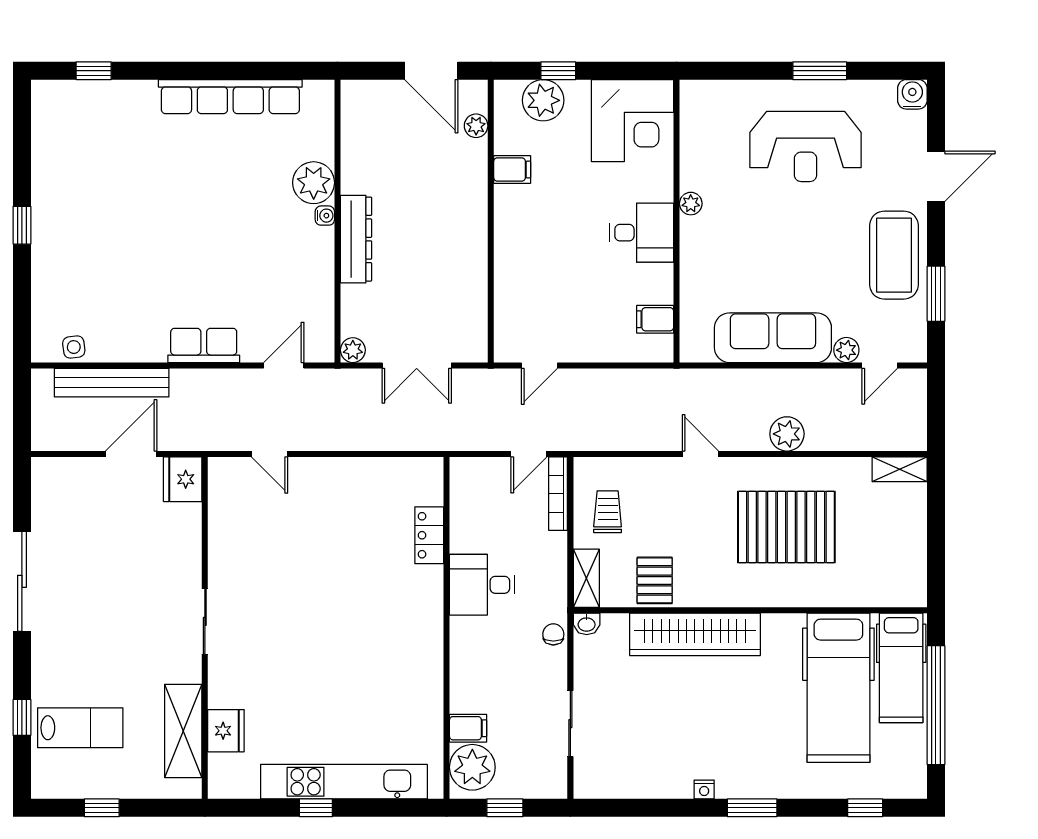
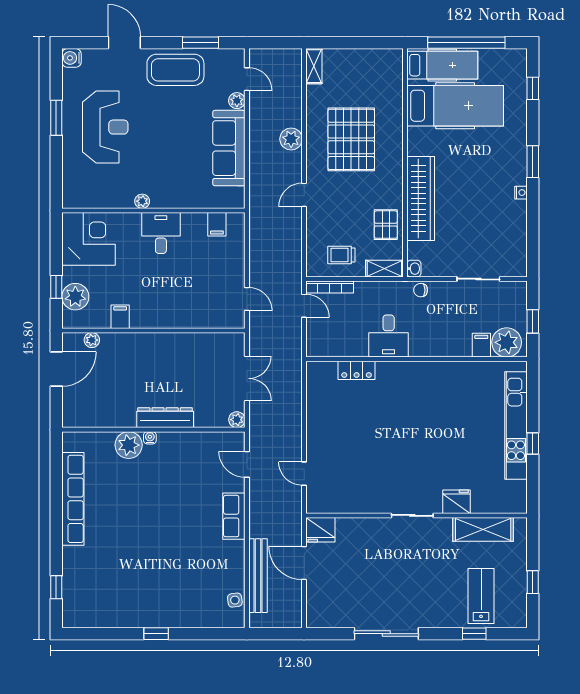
door: (269, 454) -> (304, 474), swing flipped
pallet: (655, 580) -> (386, 225), turned 90
fridge: (226, 731) -> (457, 502), moved

